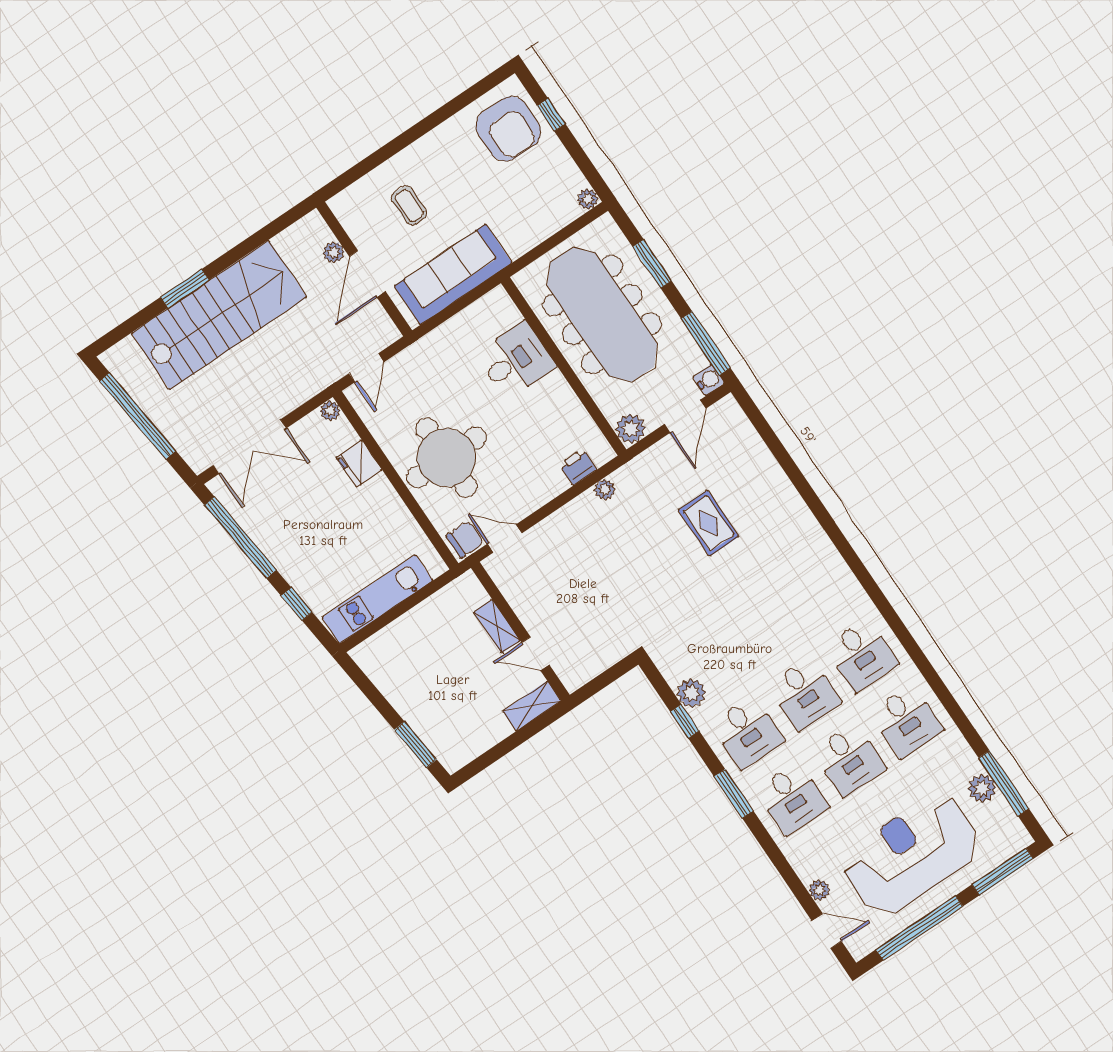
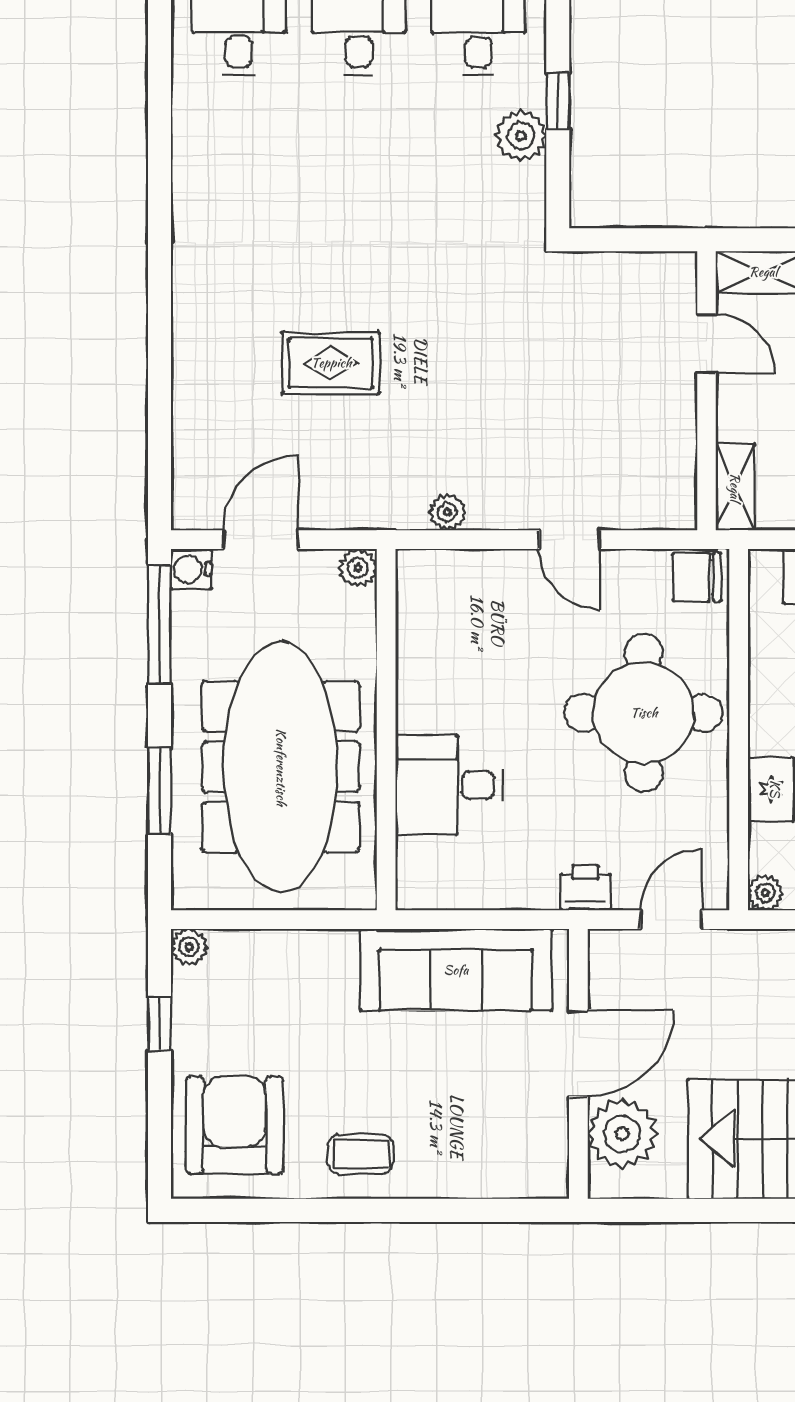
window: (551, 115) -> (159, 1024), moved
coffee table: (409, 206) -> (361, 1154), moved, turned 90
plant: (334, 252) -> (622, 1134), width x1.87, depth x1.87
plant: (631, 429) -> (358, 568), width x0.73, depth x0.73
printer: (578, 467) -> (585, 888), moved, turned 180
rug: (709, 523) -> (331, 363), turned 90
door: (505, 538) -> (570, 540), moved
shelving: (497, 626) -> (735, 487), moved

